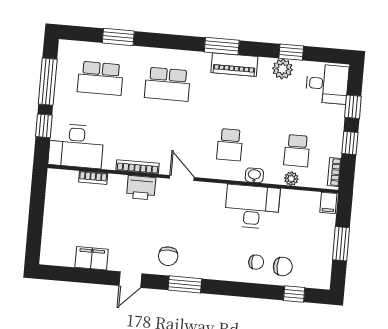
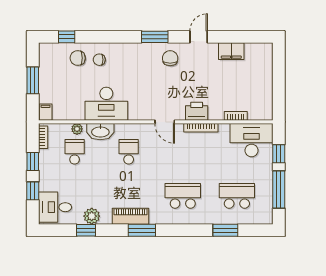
washbasin: (254, 175) -> (100, 132), width x1.91, depth x1.45

